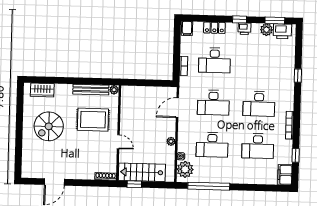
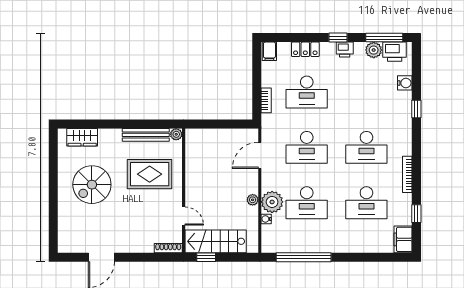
window: (275, 20) -> (384, 38), width x1.44
water cooler: (290, 55) -> (405, 83), added
door: (118, 142) -> (184, 216), moved
plant: (185, 169) -> (272, 202), moved

